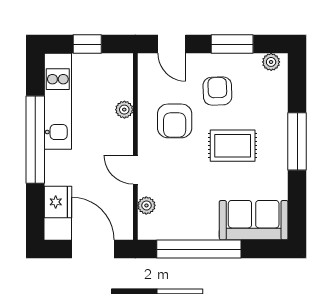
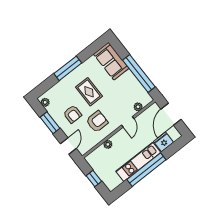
armchair: (217, 91) -> (73, 114), turned -88
kitchen unit: (58, 101) -> (138, 162), moved

